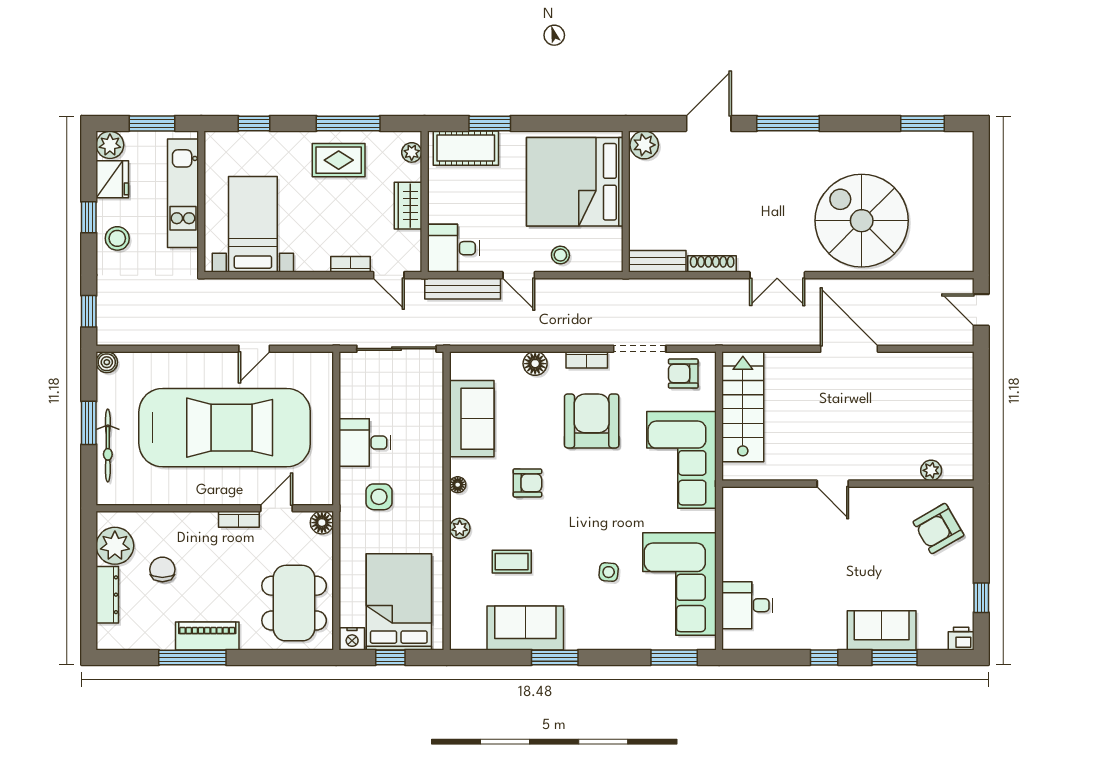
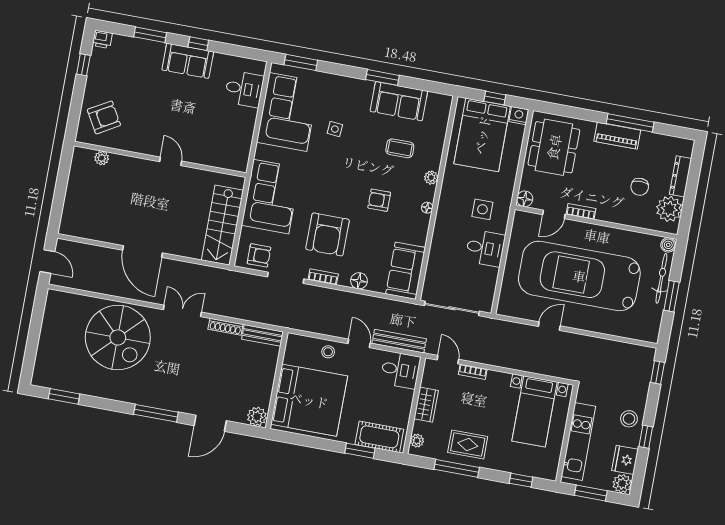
boiler: (107, 362) -> (668, 245), moved
sofa: (472, 419) -> (406, 271), moved
sofa: (882, 630) -> (188, 61), moved

